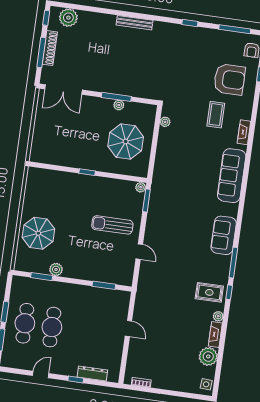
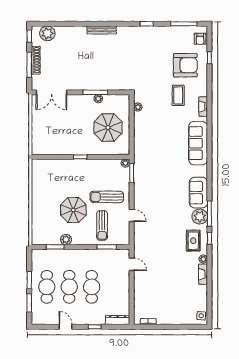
parasol: (38, 233) -> (73, 210), moved
sun lounger: (102, 259) -> (102, 225), added
rug: (209, 292) -> (193, 241), turned 90
door: (128, 328) -> (132, 264), moved
cafe table: (79, 331) -> (92, 287), added
plant: (208, 356) -> (200, 217), moved
dresser: (92, 374) -> (118, 320), moved
door: (41, 375) -> (66, 327), hinge flipped

